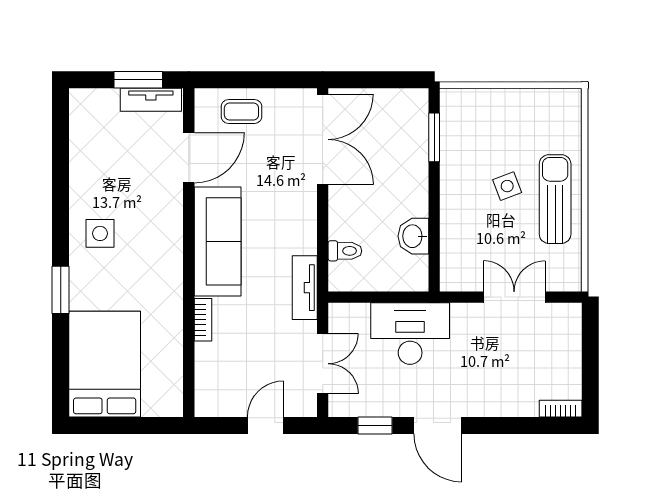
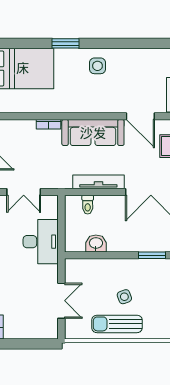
sun lounger: (555, 199) -> (117, 324), turned 180
tv unit: (305, 288) -> (98, 182), moved, width x1.41

